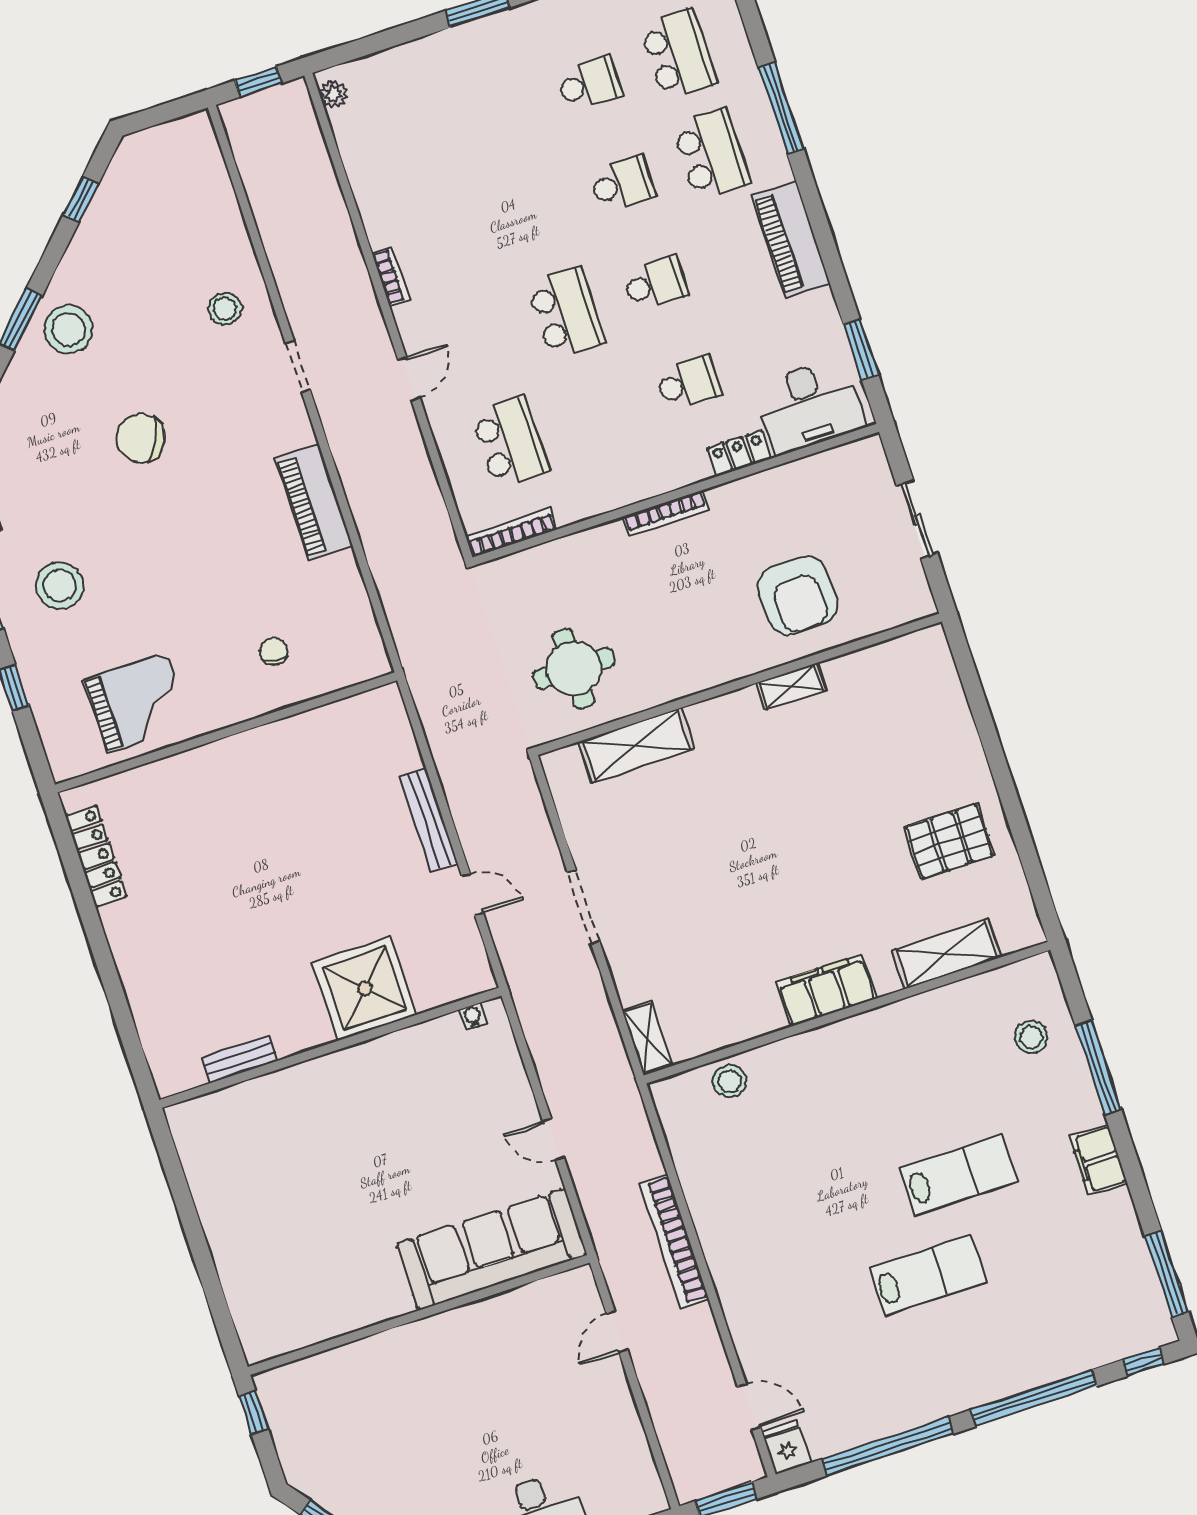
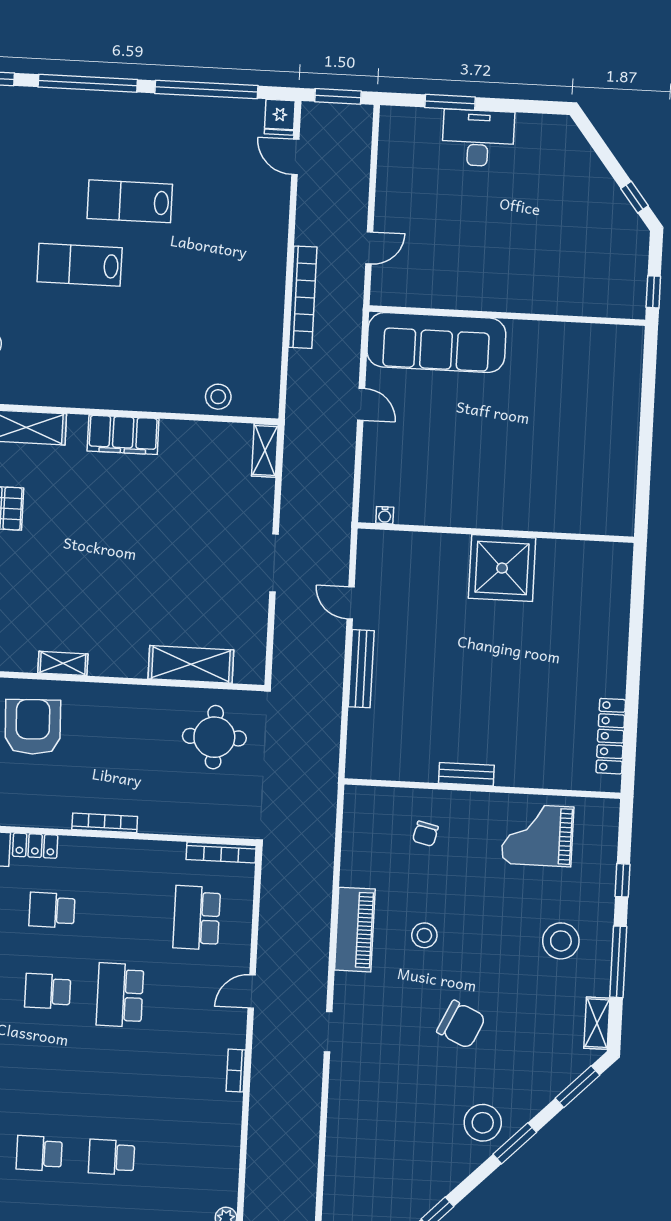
school desk: (622, 184) -> (112, 1157), moved
stool: (225, 309) -> (424, 935), moved
shower: (365, 989) -> (502, 568), moved
bench: (239, 1059) -> (466, 774), moved

